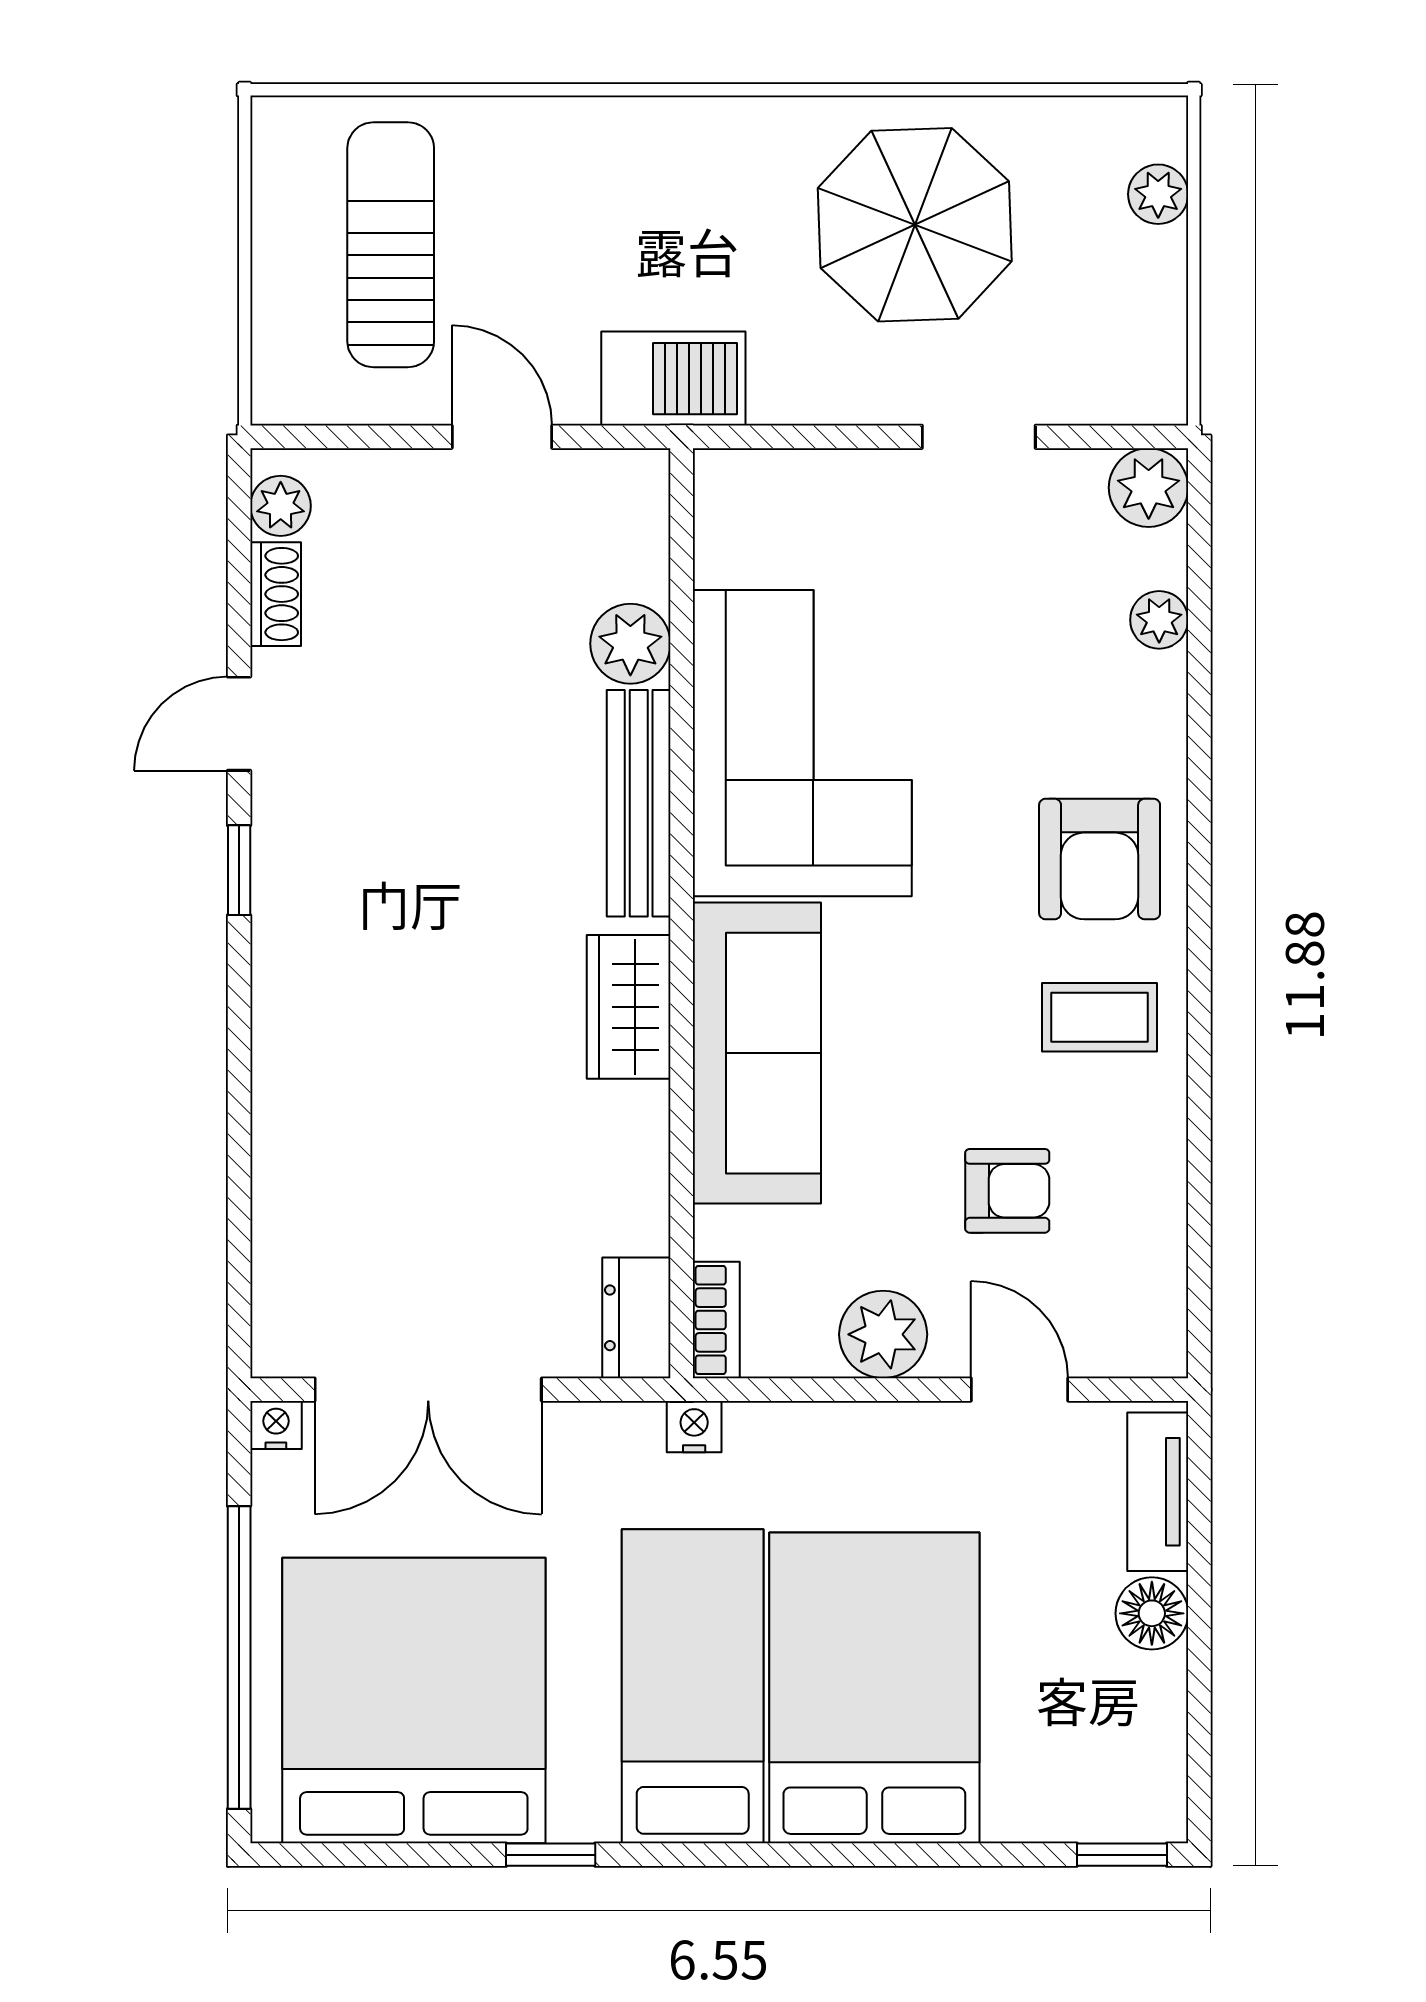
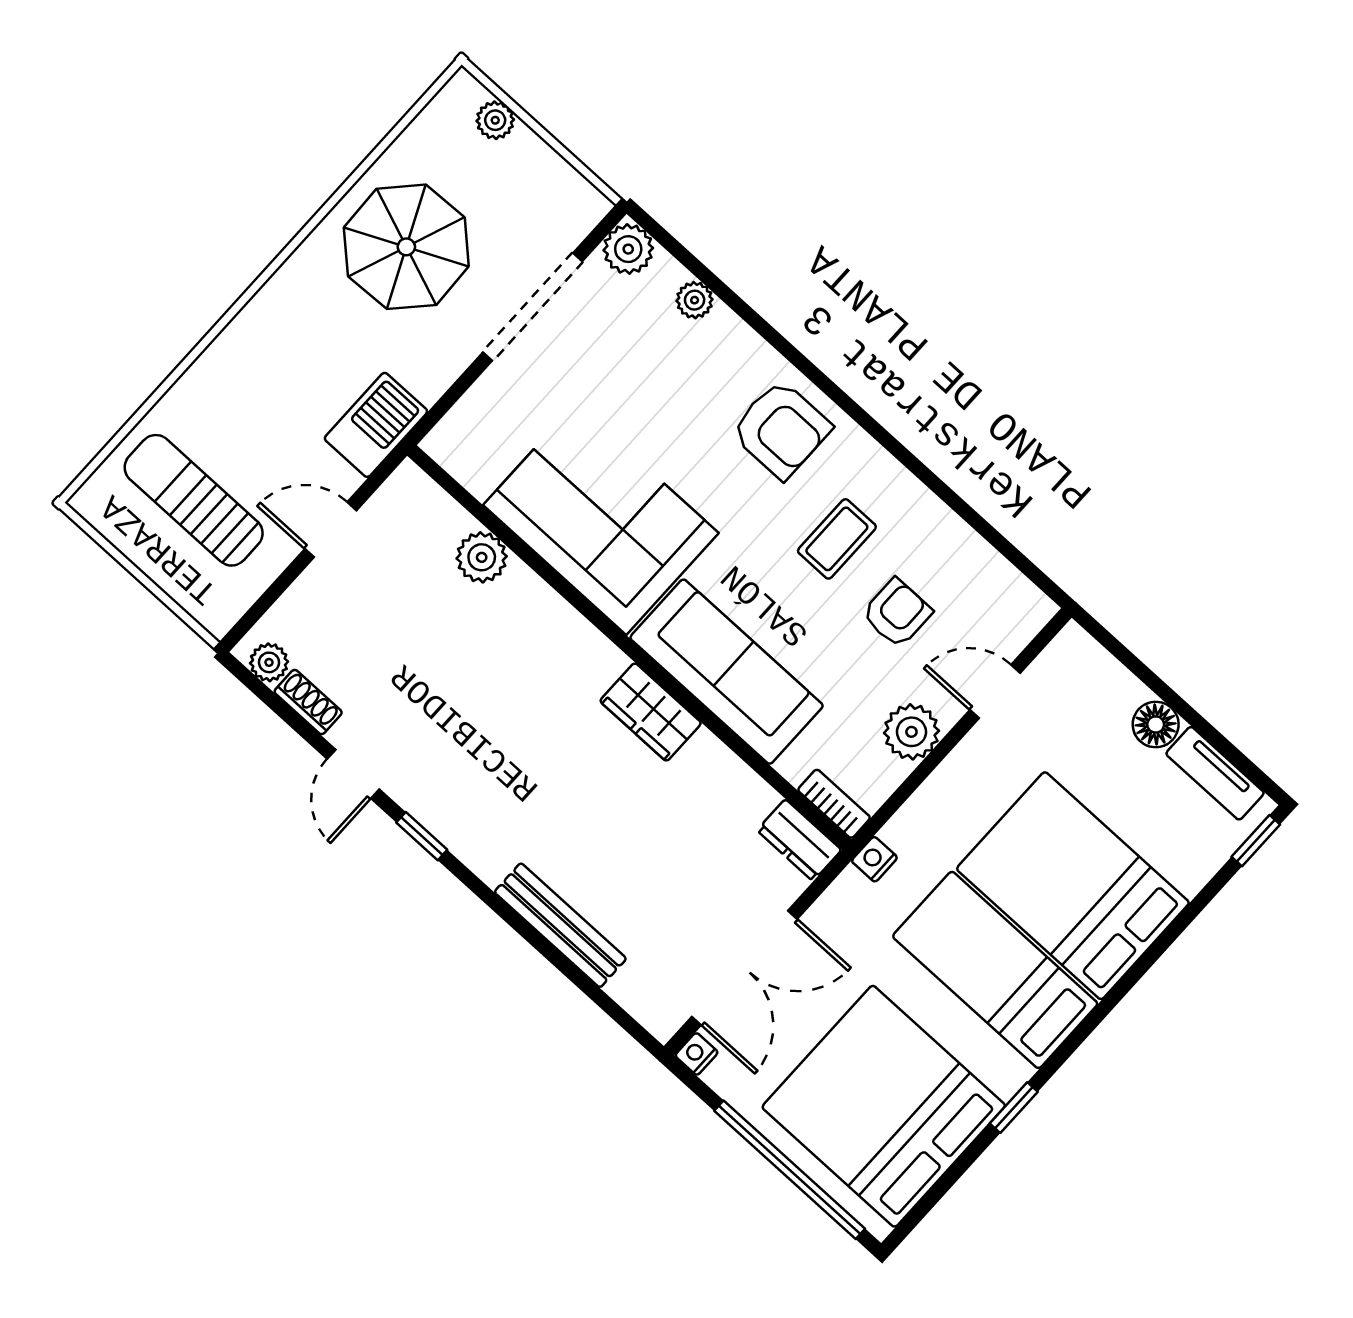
doorway: (979, 437) -> (533, 307), width x1.88
bench: (639, 803) -> (560, 925), moved
coffee table: (1100, 1017) -> (837, 539), moved
tv unit: (1158, 1492) -> (1215, 773), moved

